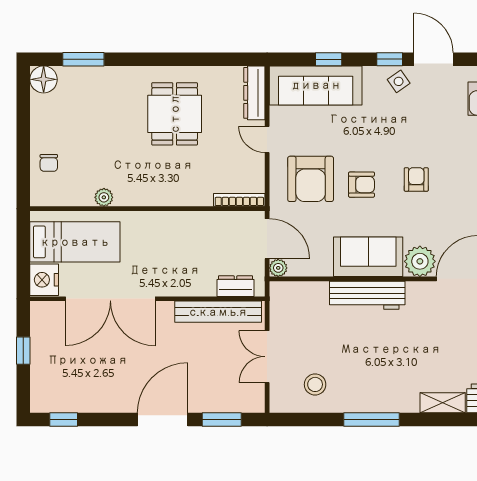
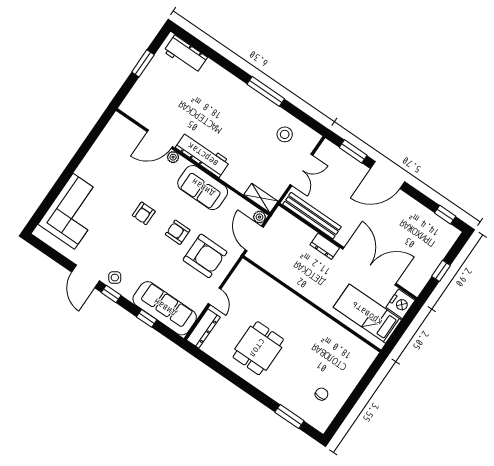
floor lamp: (44, 79) -> (321, 421), removed
chair: (49, 163) -> (322, 394), moved
armchair: (311, 179) -> (205, 256), turned 90
plant: (104, 197) -> (333, 328), removed
bookcase: (239, 200) -> (255, 272), removed
plant: (420, 261) -> (173, 157), width x0.53, depth x0.53
dresser: (236, 286) -> (325, 246), moved
workbench: (367, 295) -> (203, 155), moved
shelving: (443, 403) -> (261, 198), moved

